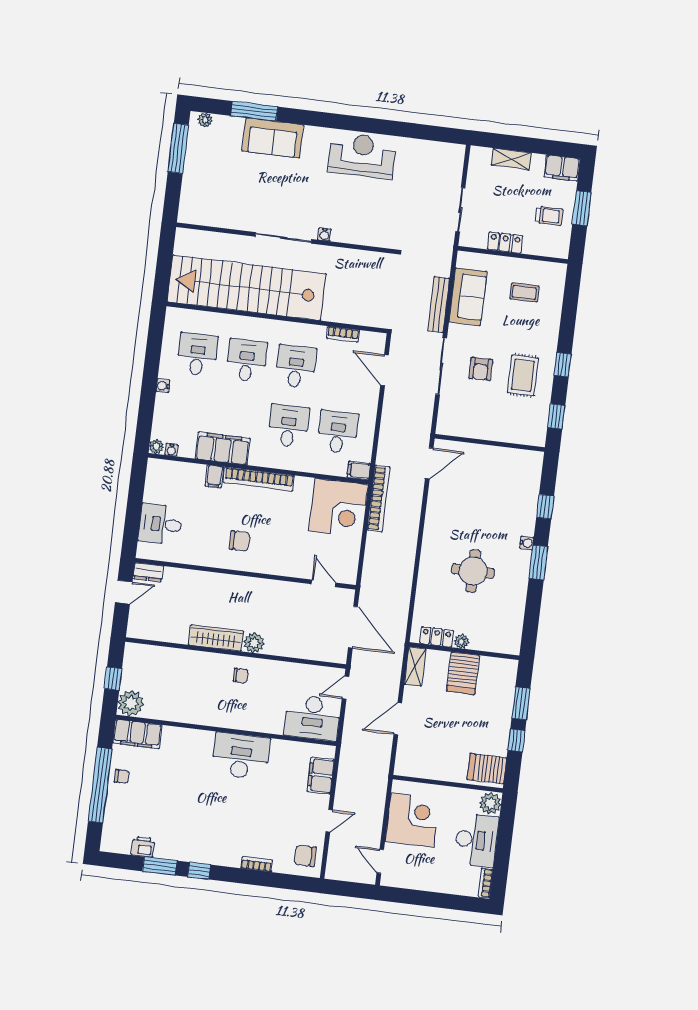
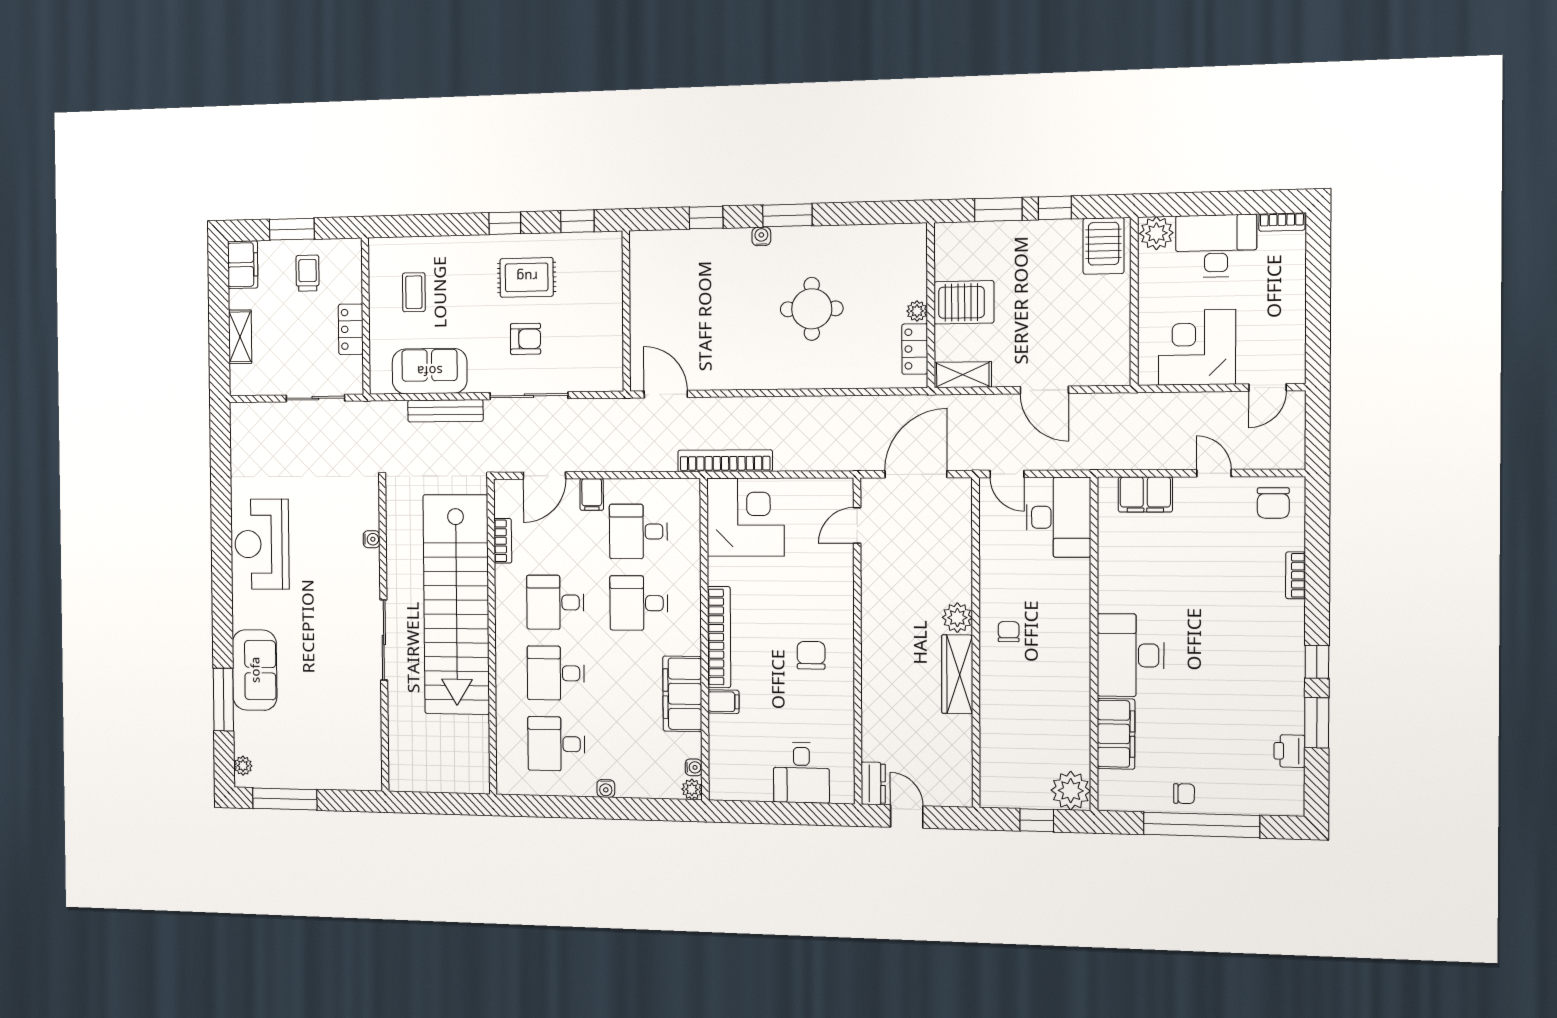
water cooler: (324, 234) -> (372, 539), moved
stairs: (247, 288) -> (456, 605), moved
filing cabinet: (359, 470) -> (592, 495), moved
filing cabinet: (137, 734) -> (1116, 734), moved
desk: (241, 756) -> (1131, 655), moved
chair: (122, 776) -> (1184, 794), turned 90

